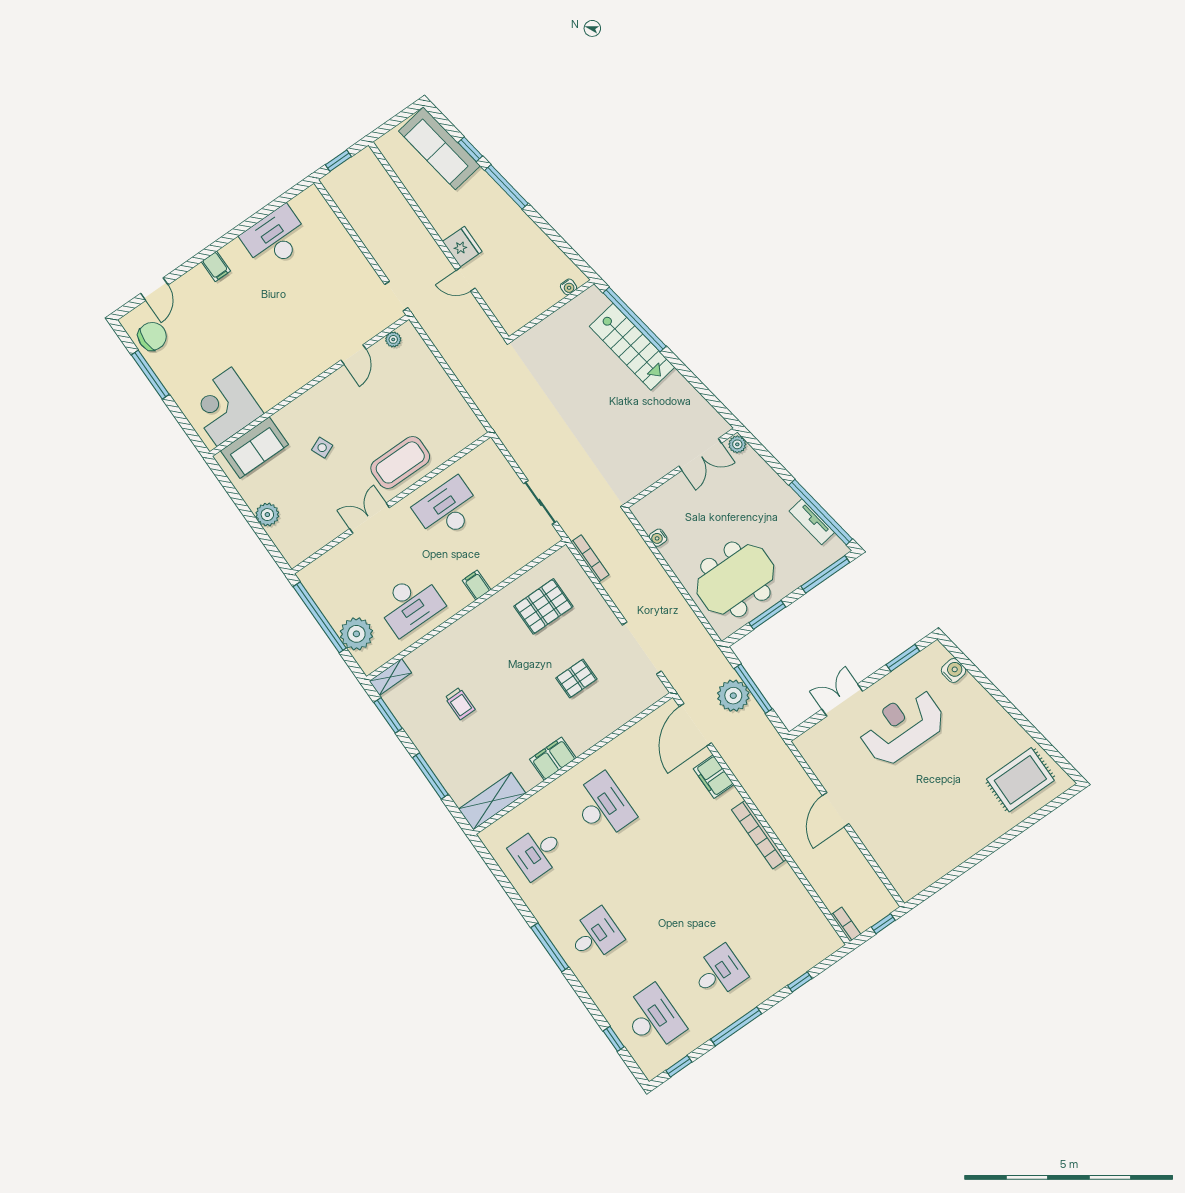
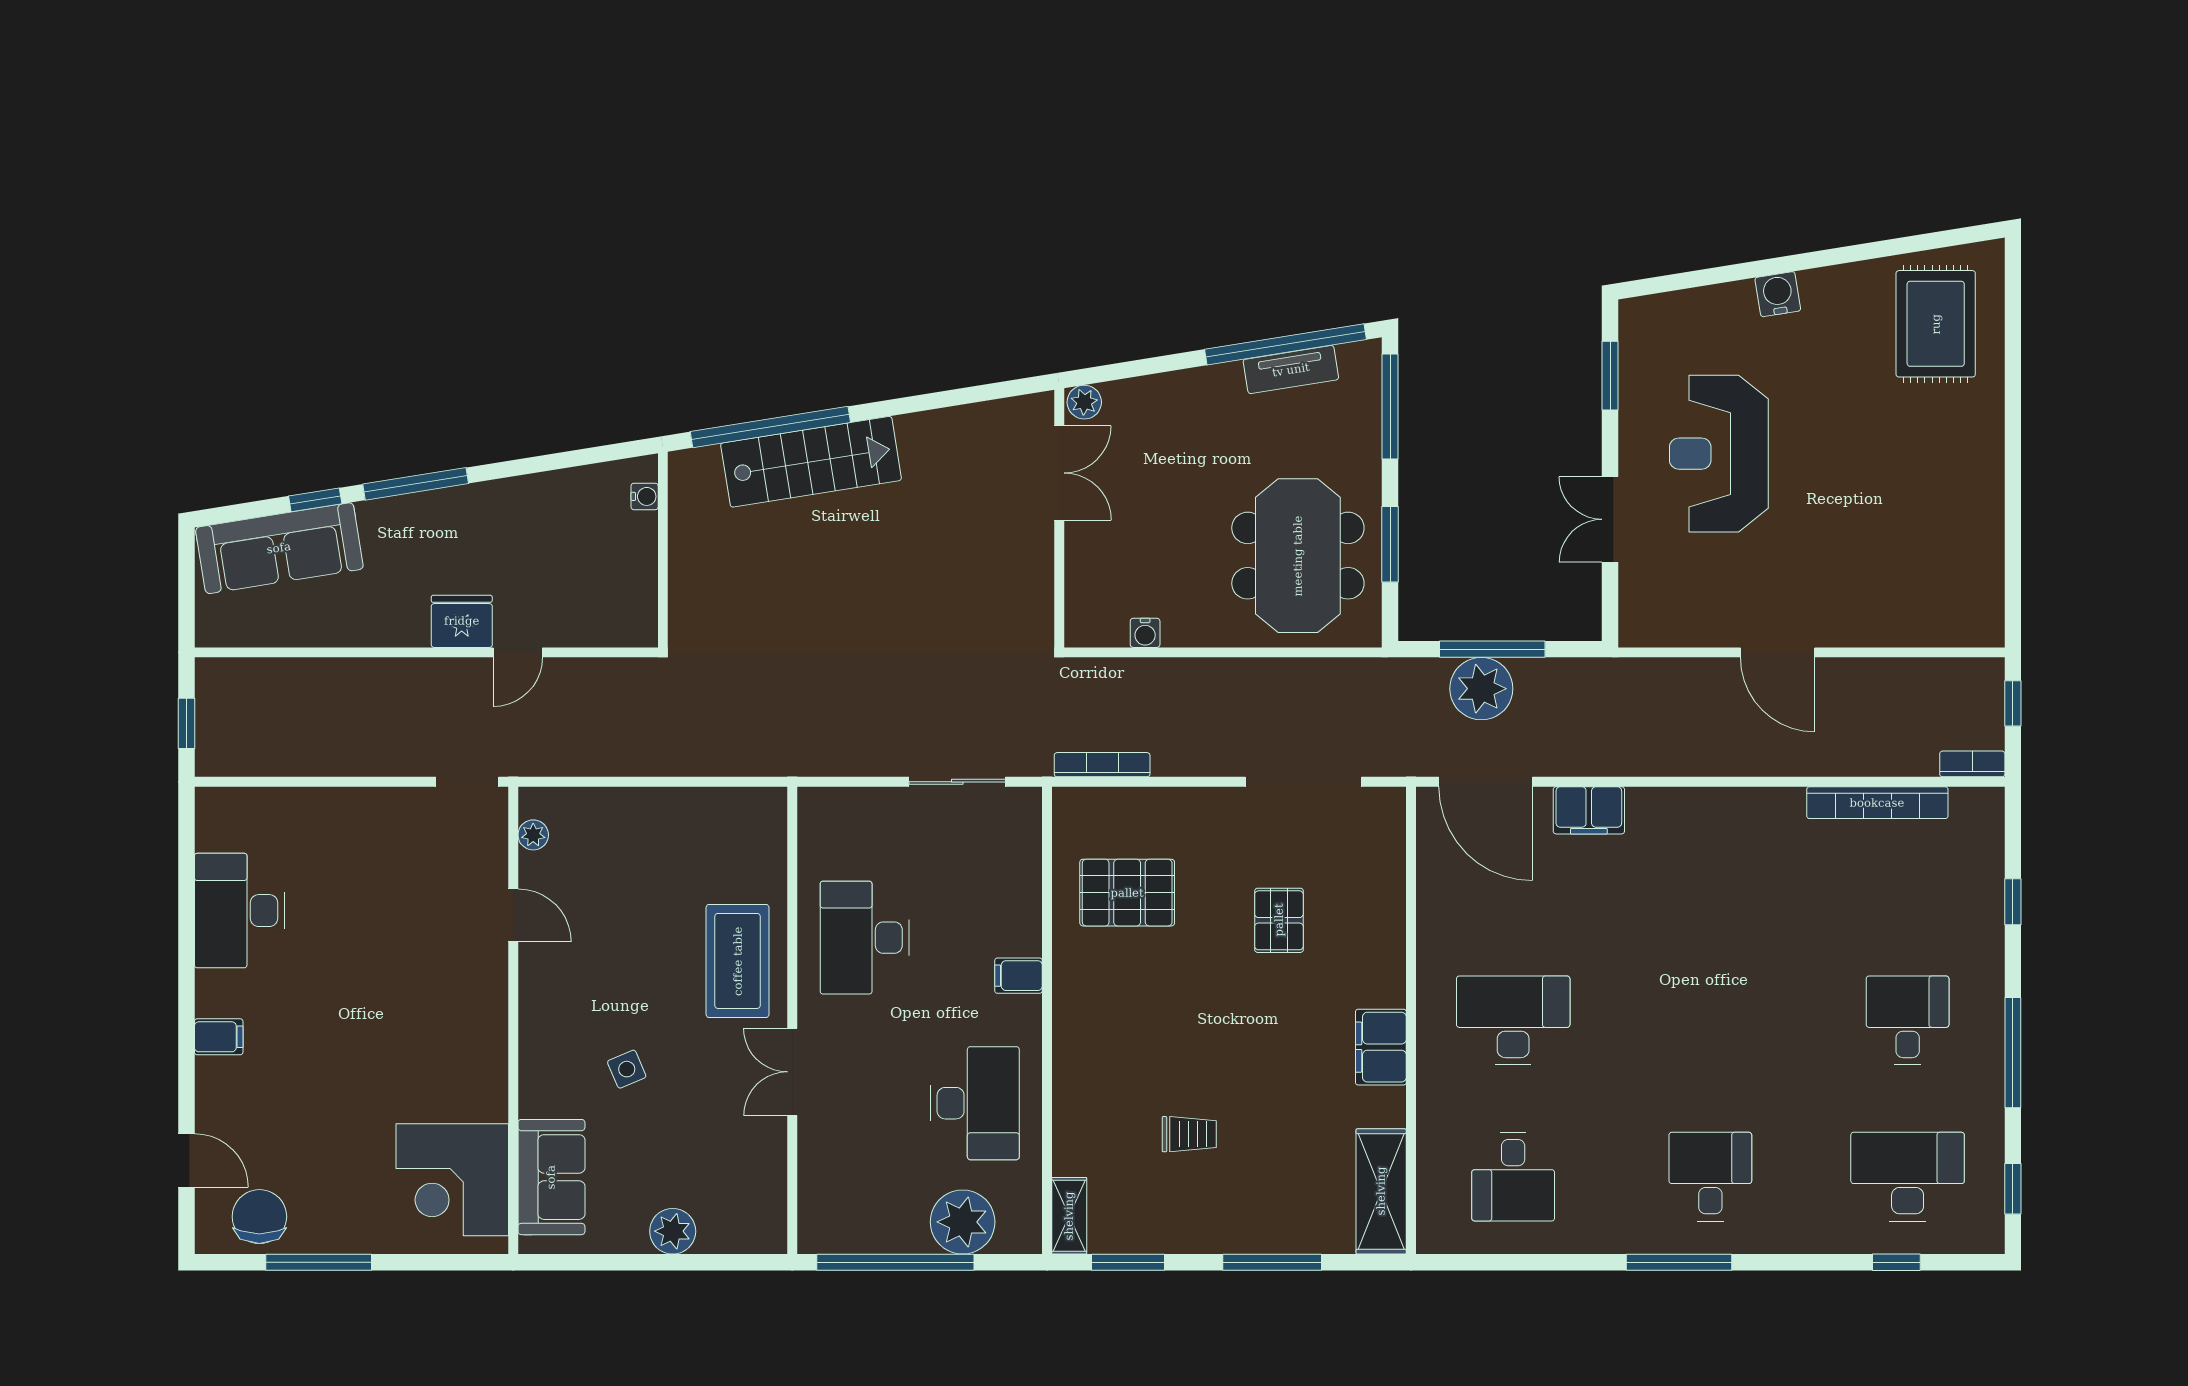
pallet: (543, 606) -> (1127, 893), turned 90
water cooler: (954, 671) -> (1778, 294), moved
bookcase: (759, 835) -> (1877, 803), moved

